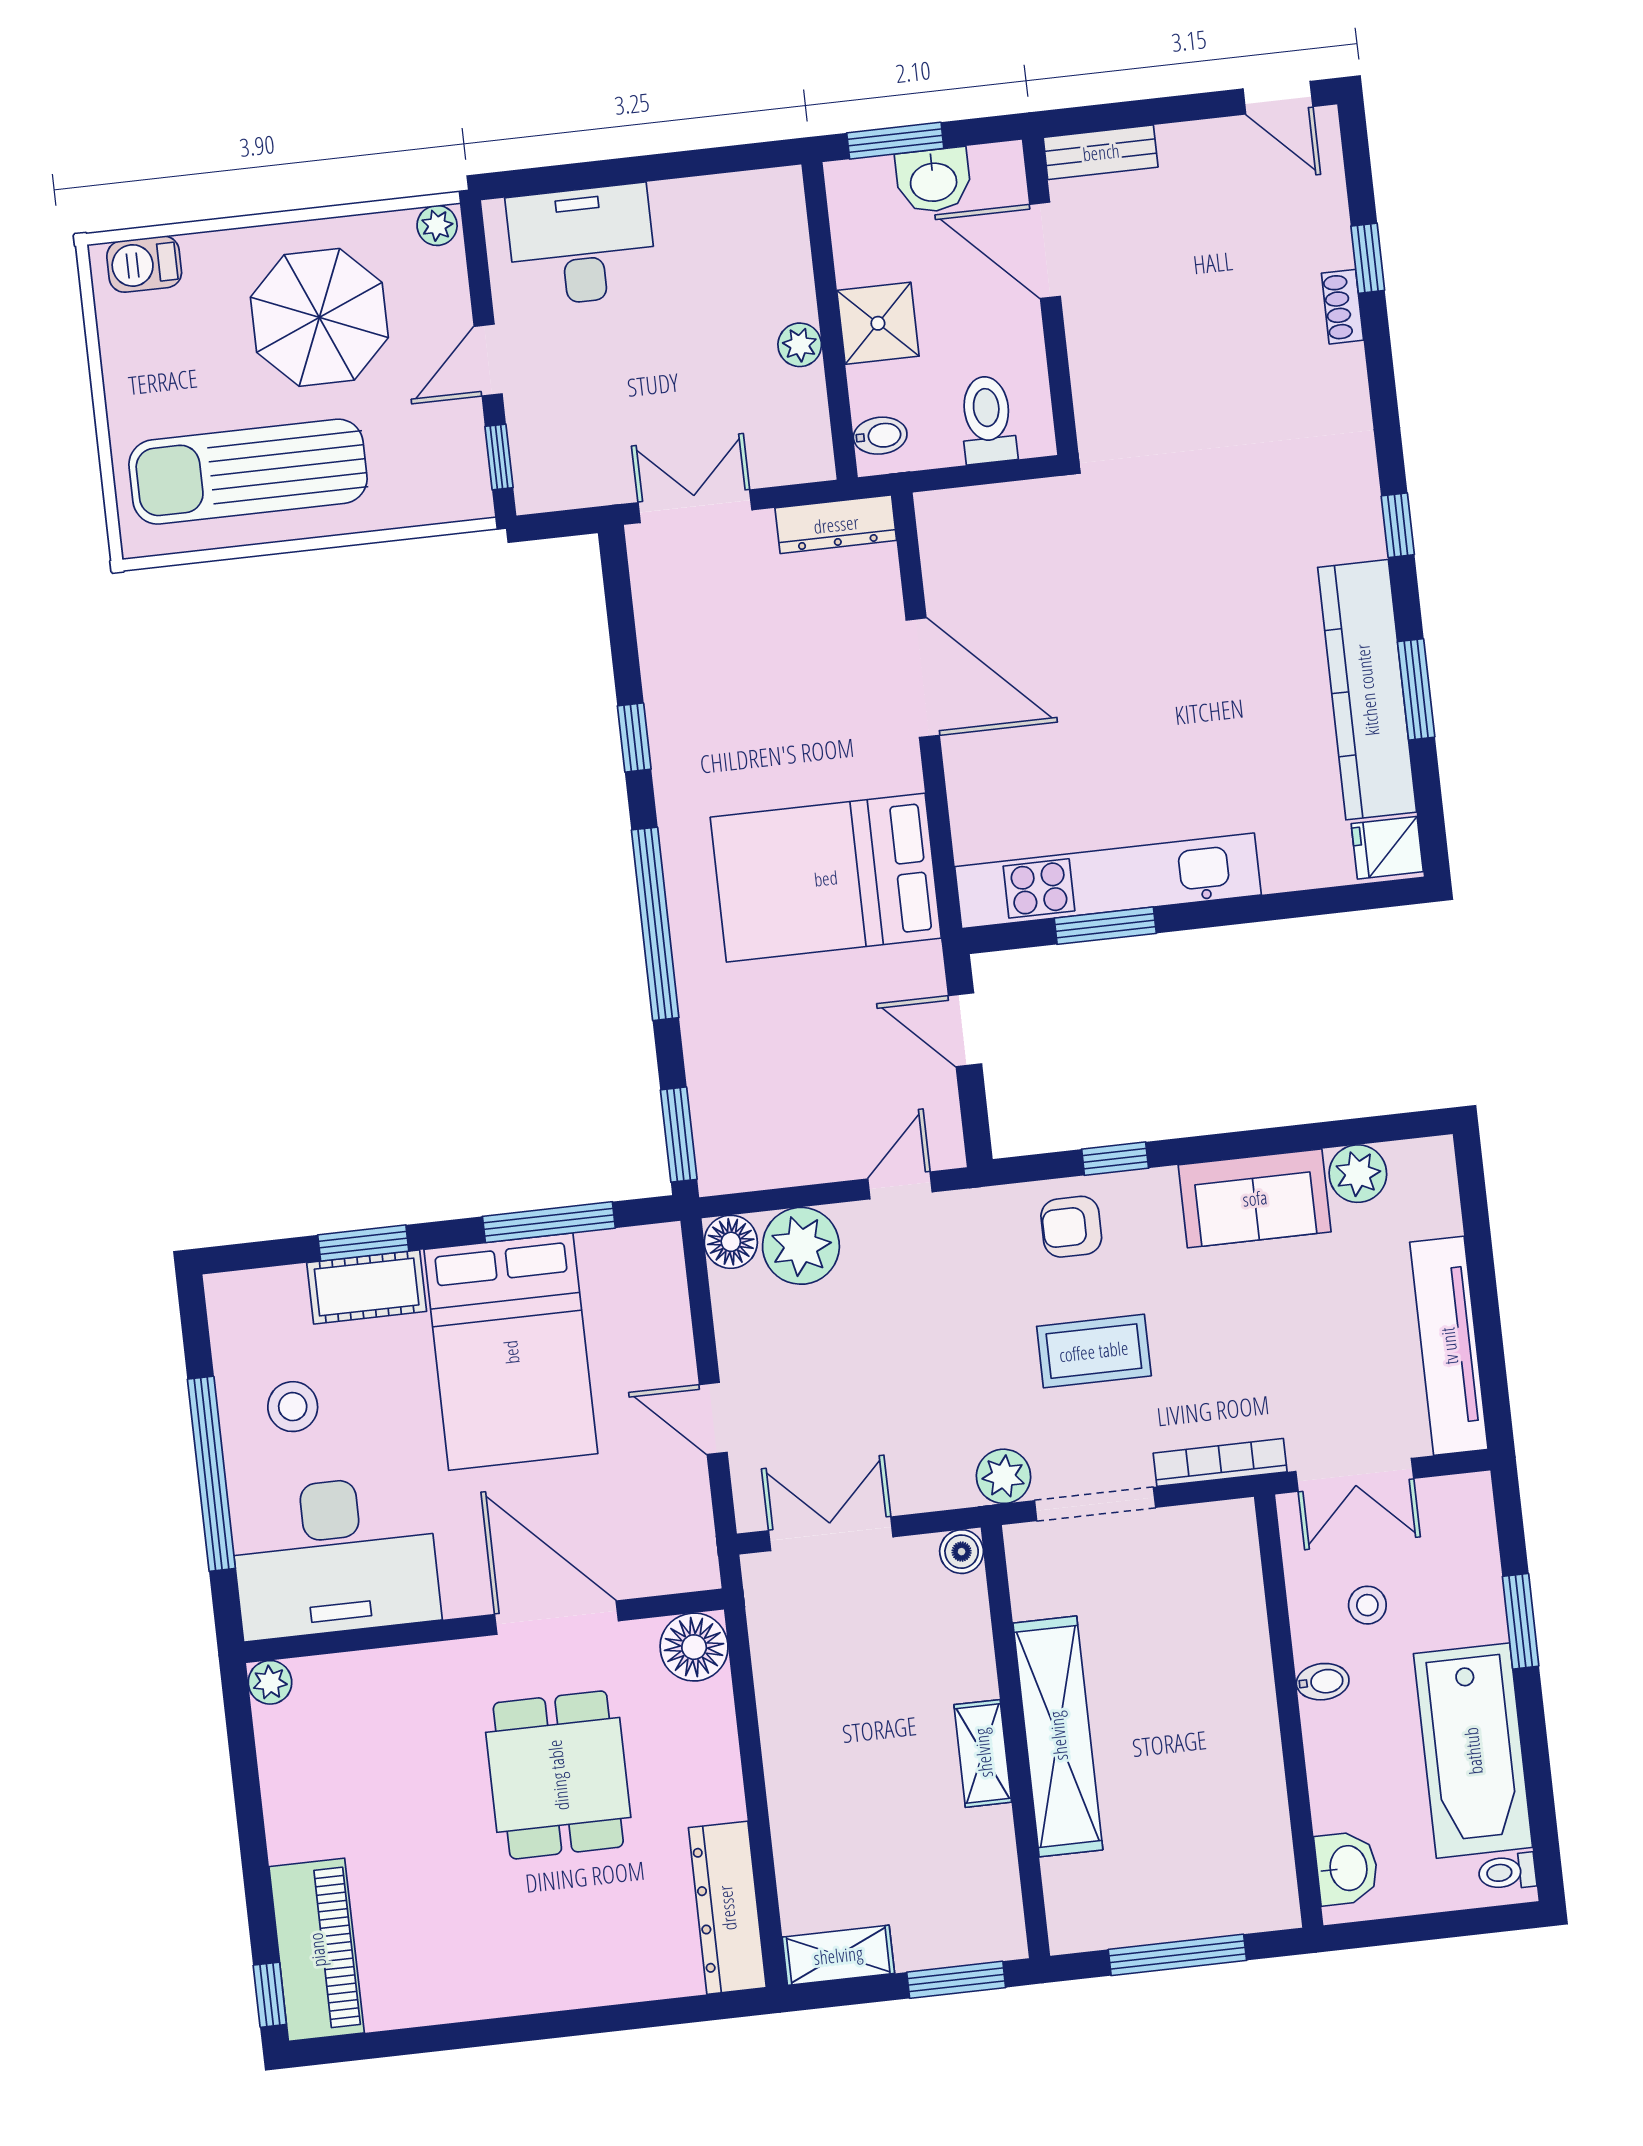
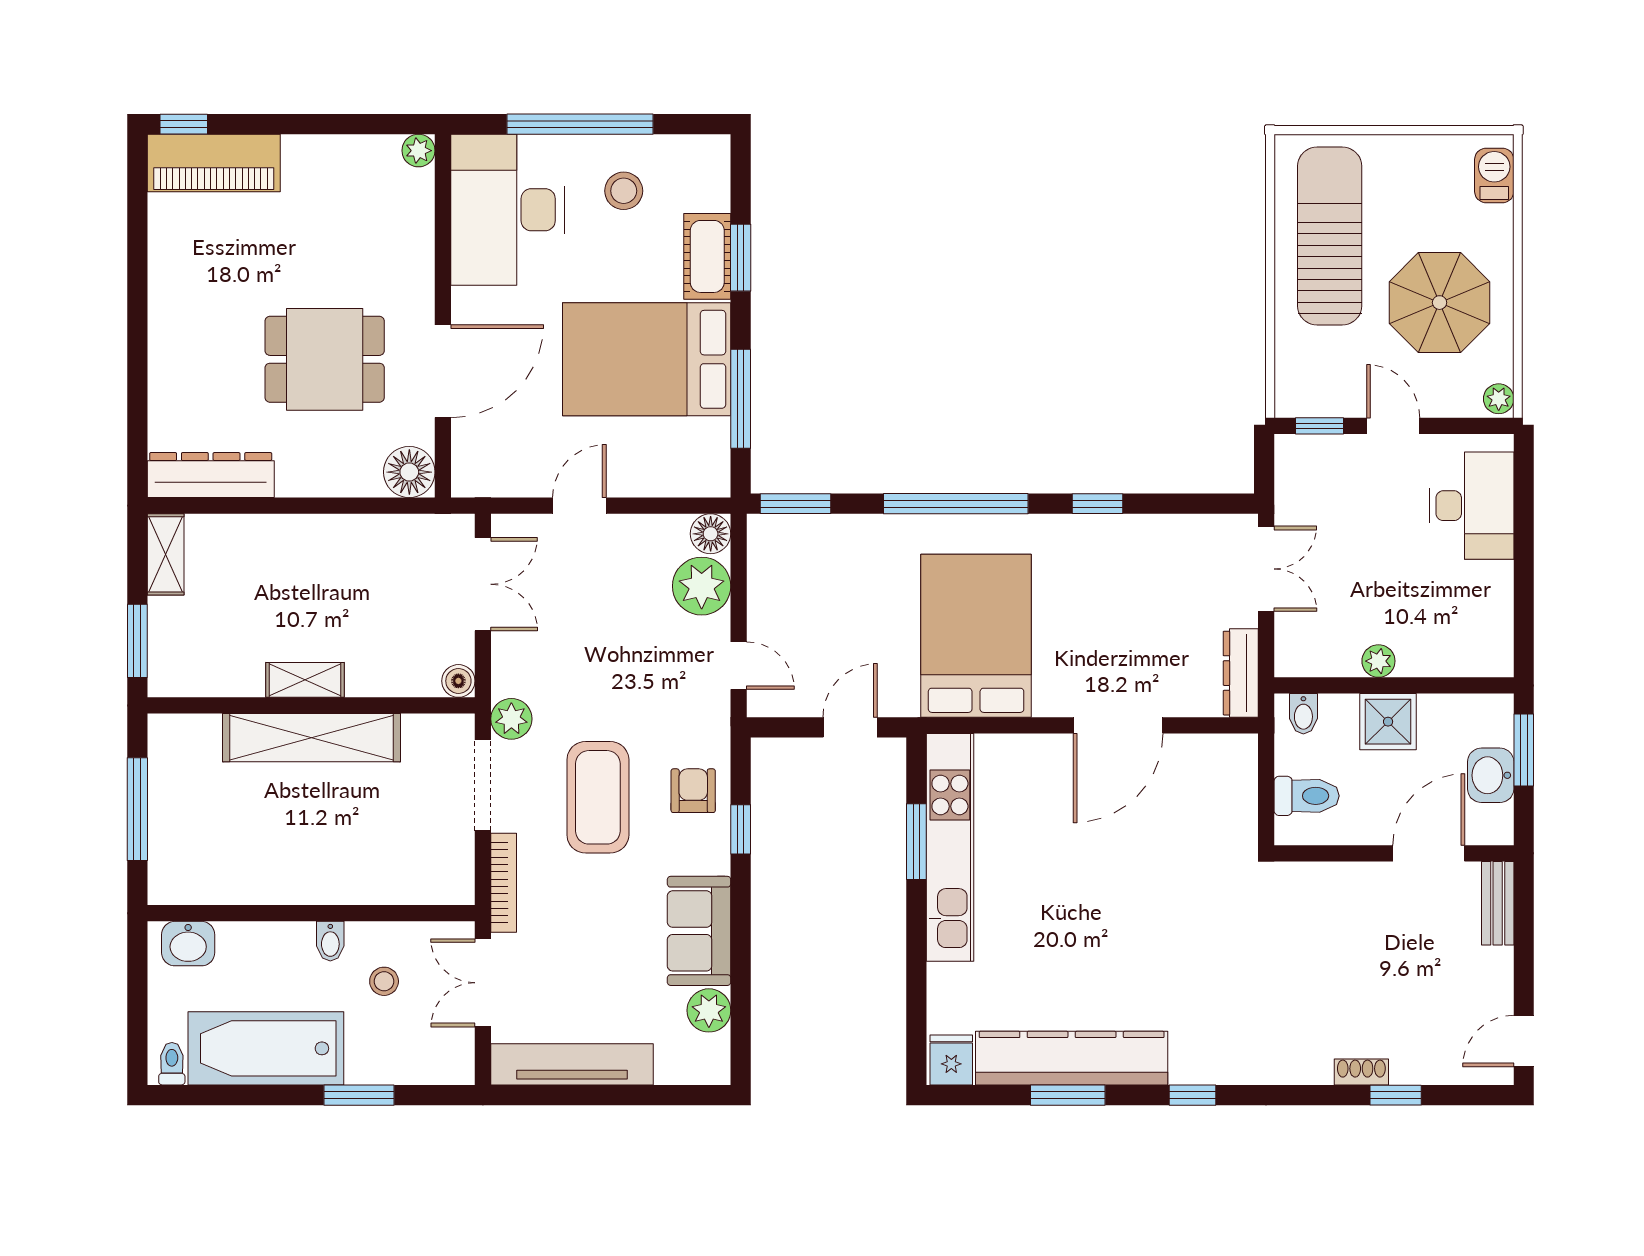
coffee table: (1094, 1351) -> (598, 797), width x1.36, depth x1.32

